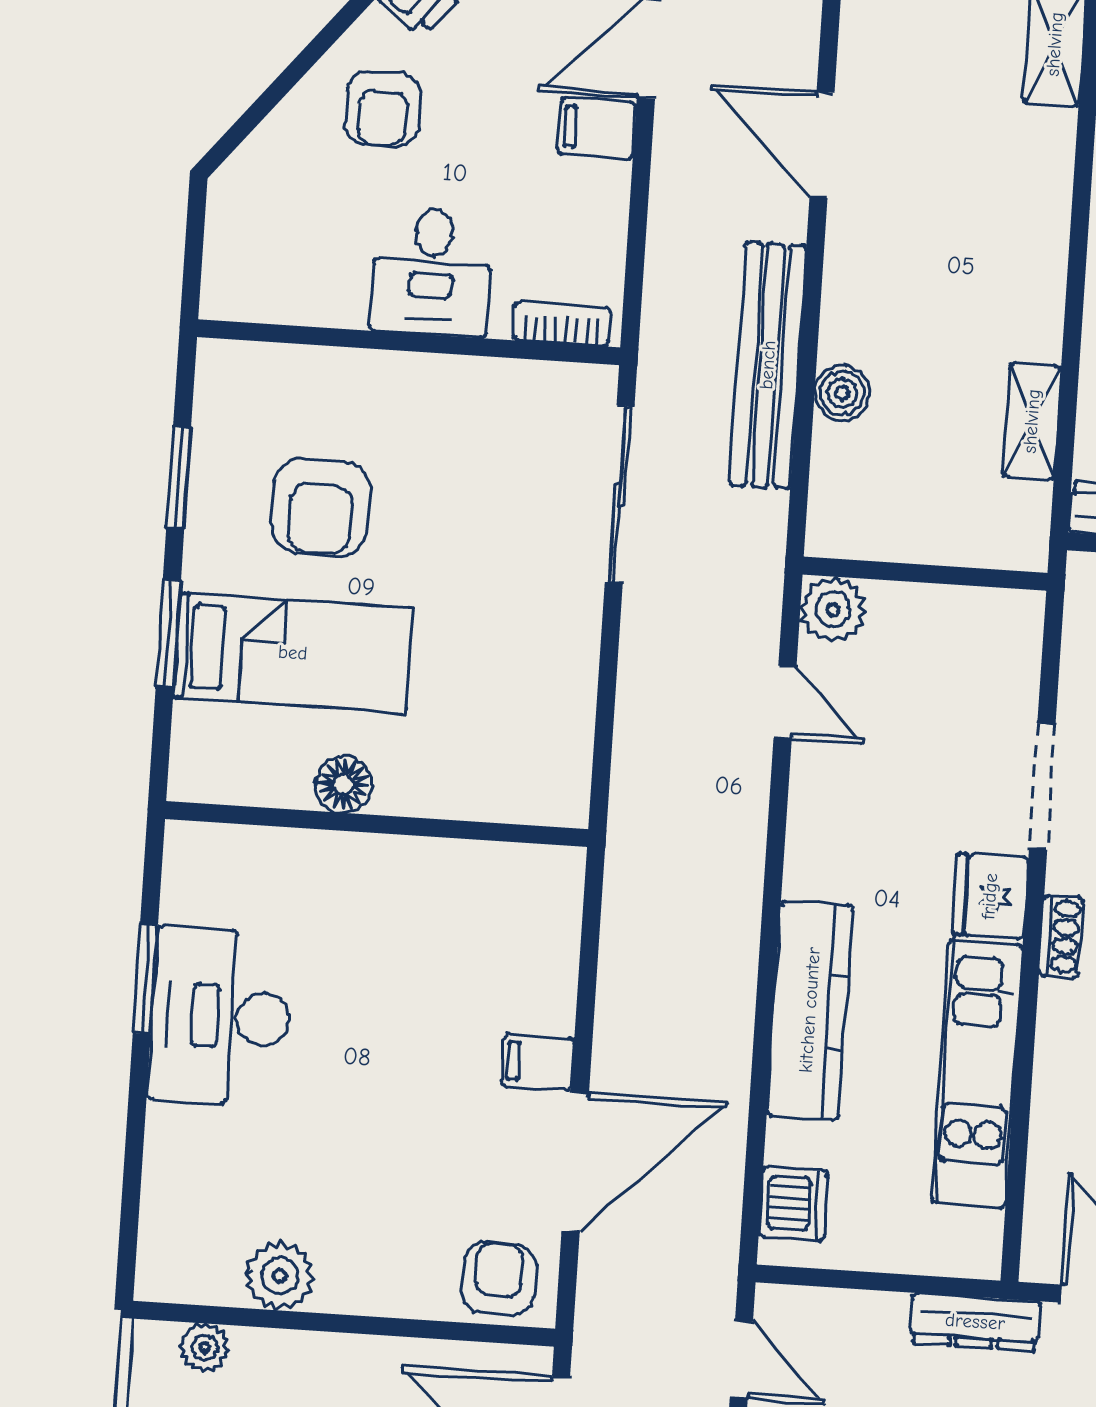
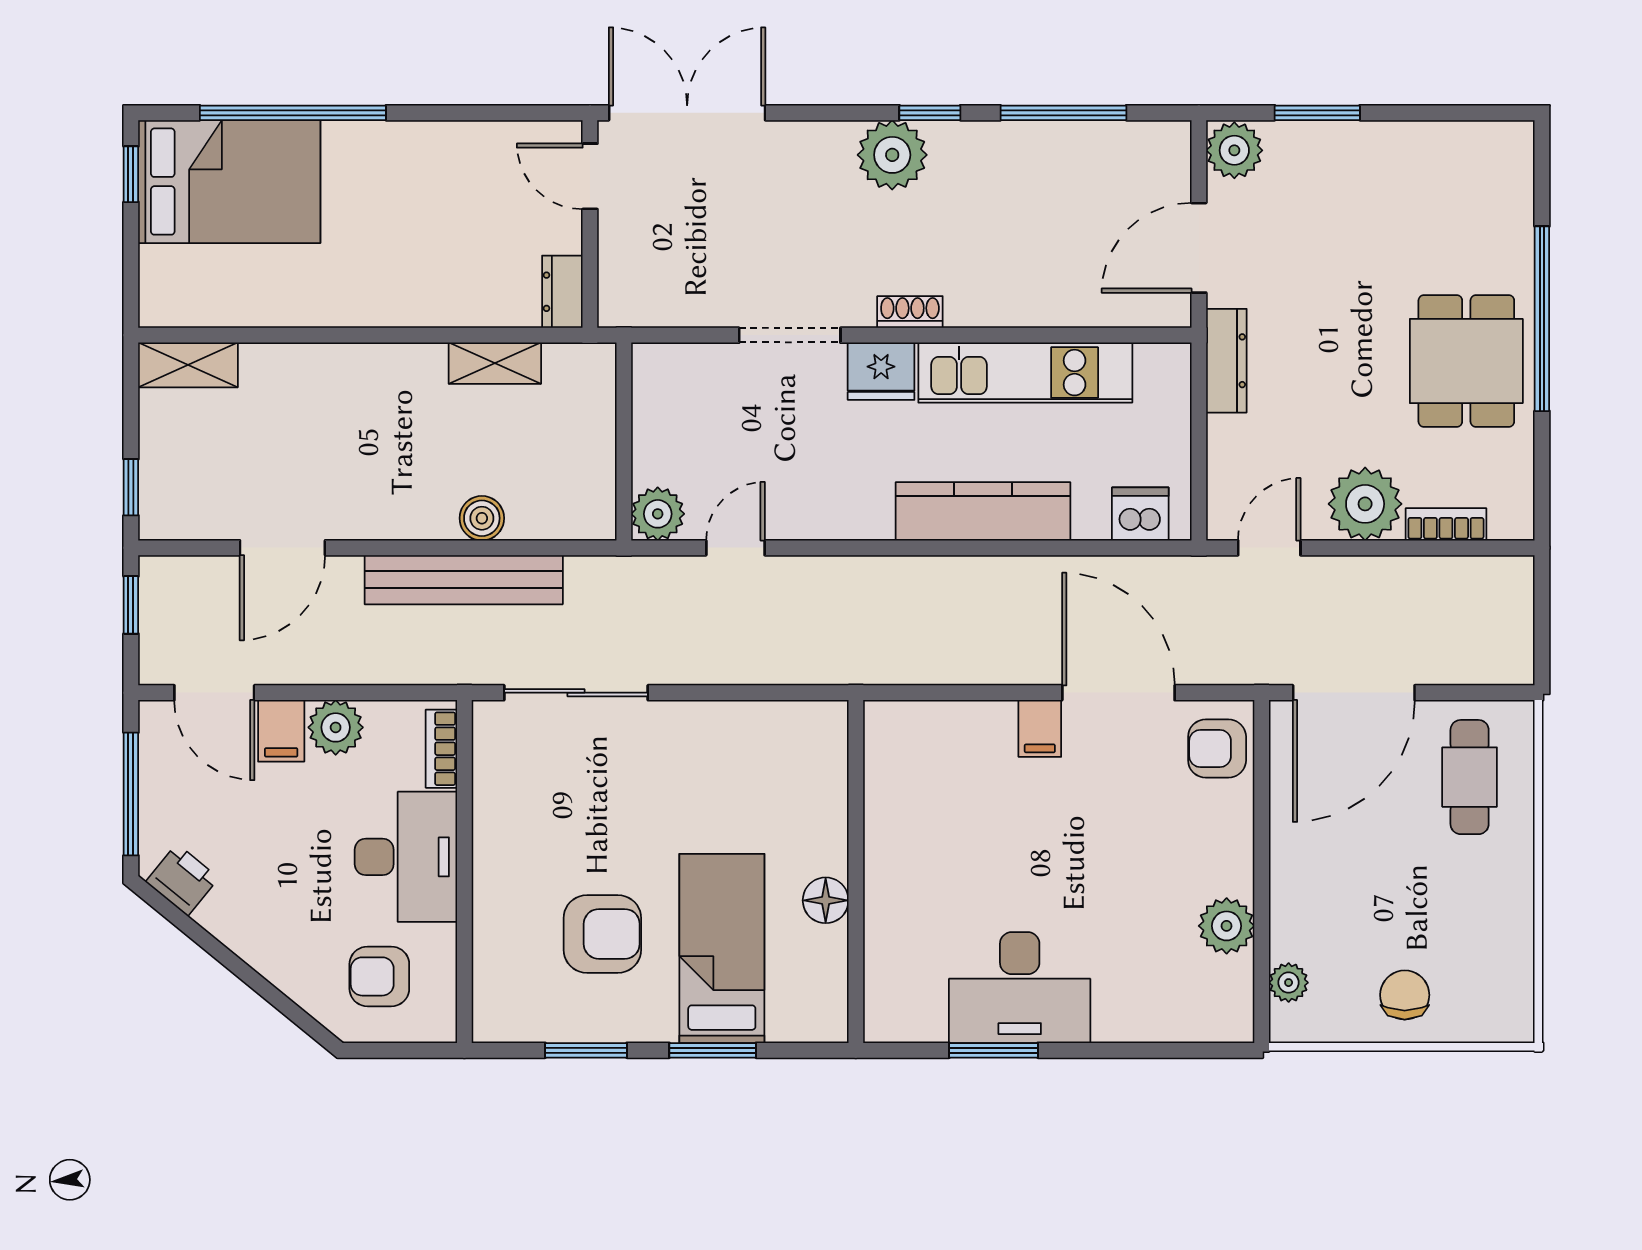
armchair: (383, 109) -> (379, 976), moved, turned 180
plant: (597, 196) -> (336, 727), added
desk: (432, 272) -> (406, 857), width x1.37

